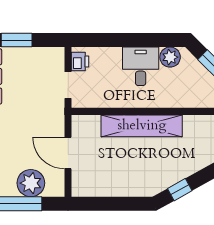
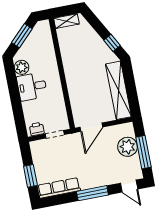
shelving: (142, 126) -> (118, 90), moved
door: (68, 153) -> (91, 127), moved

